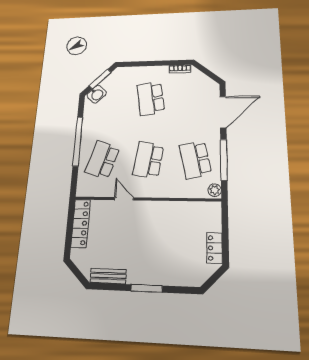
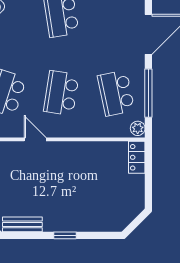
locker: (214, 248) -> (137, 157), moved
window: (147, 288) -> (65, 235), width x0.67

